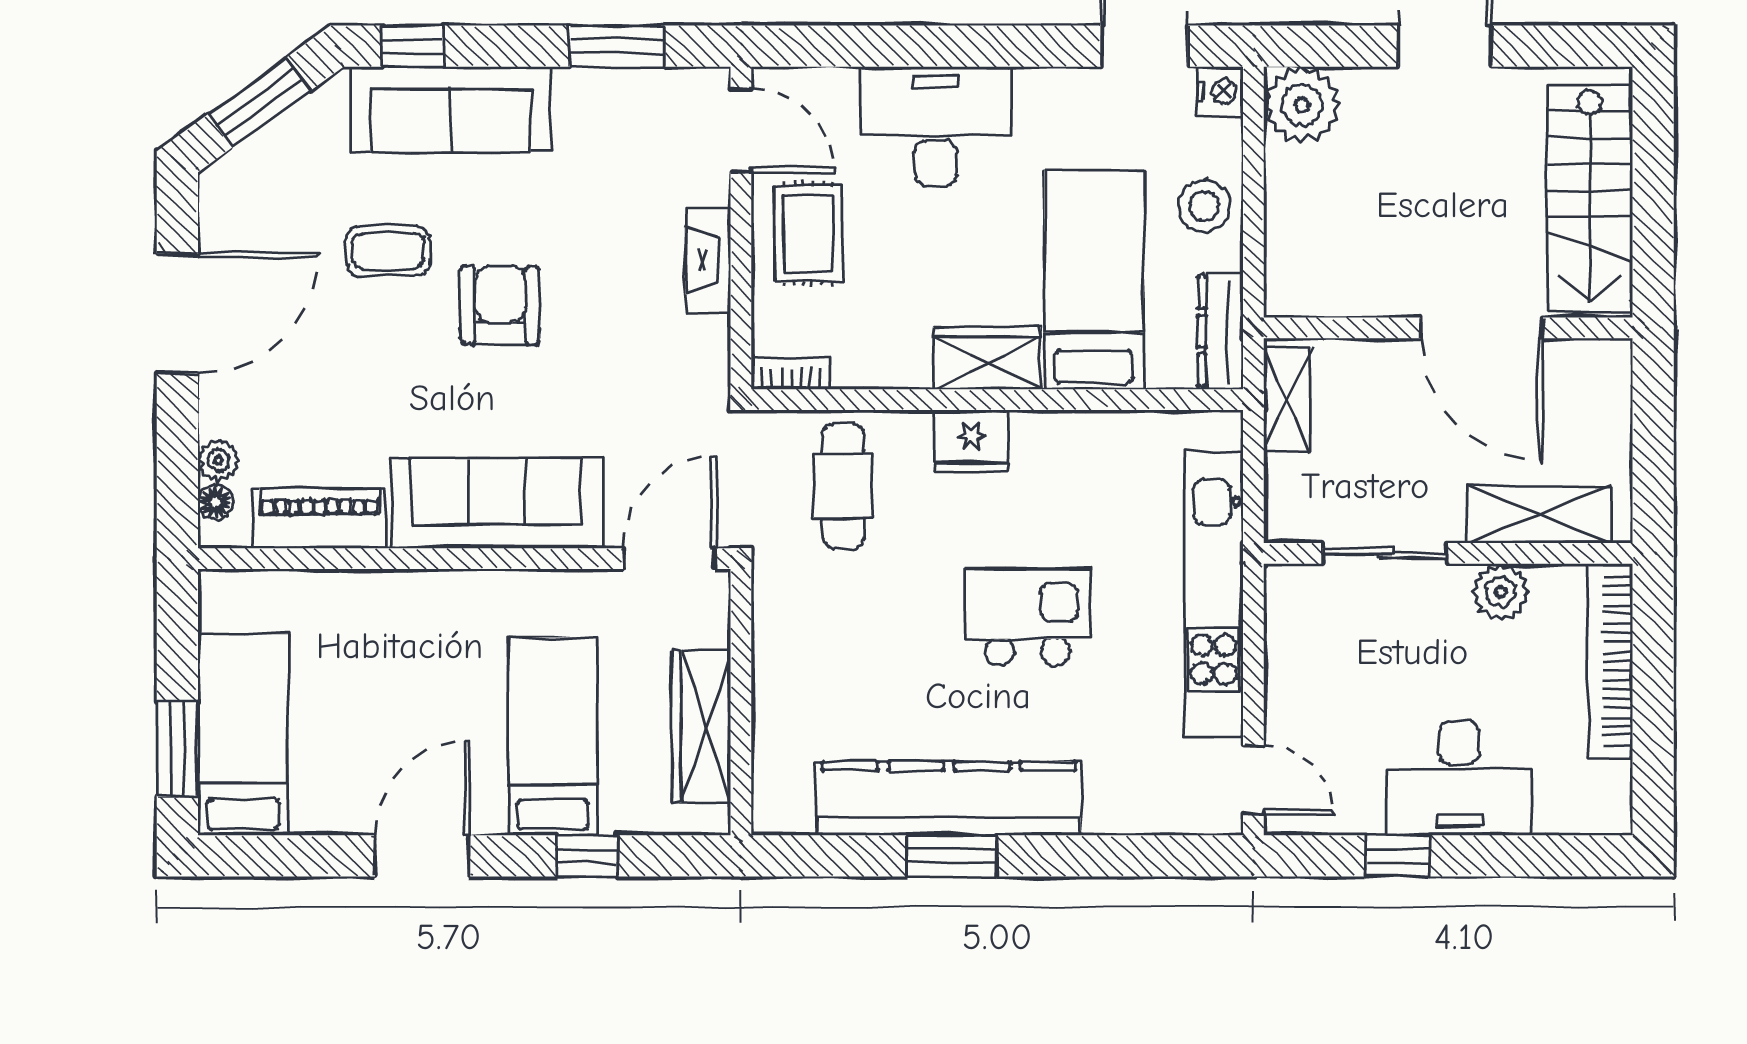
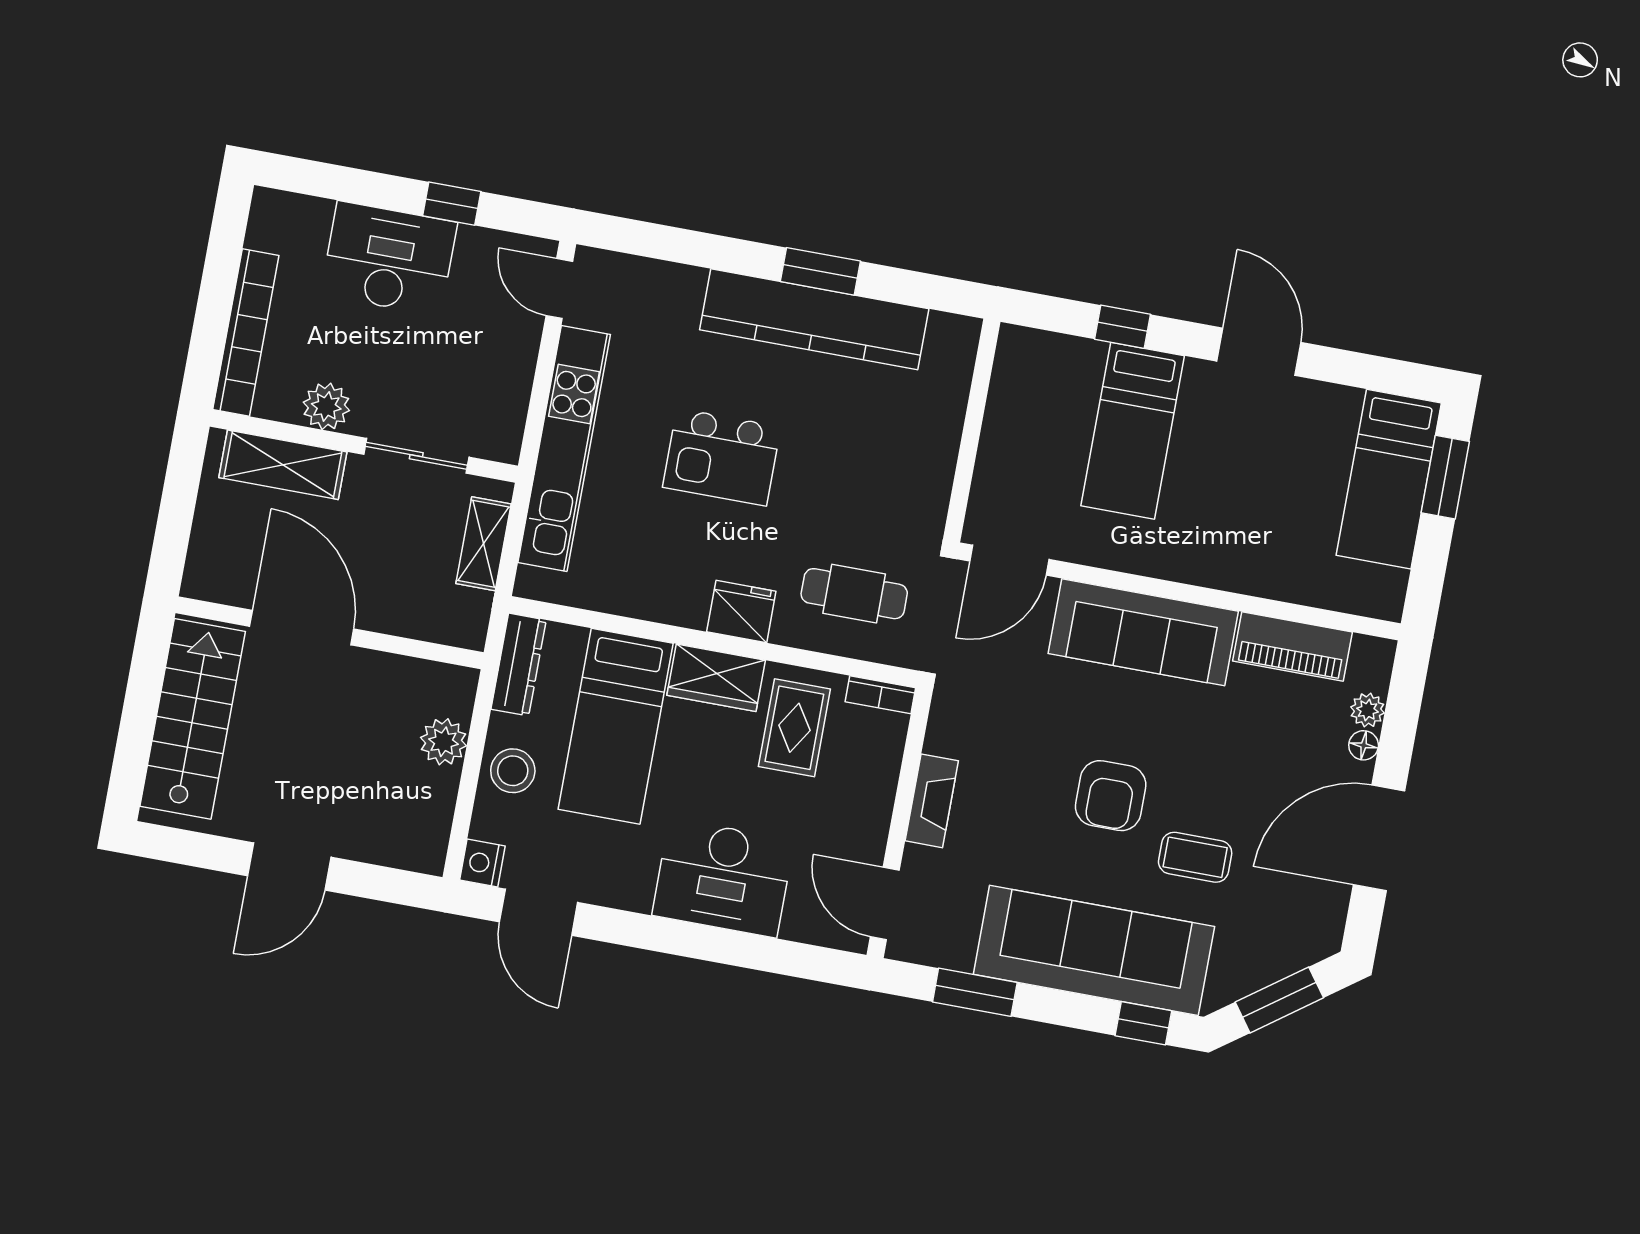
plant: (1302, 105) -> (444, 742), moved, width x0.73, depth x0.73
sofa: (451, 109) -> (1094, 950), width x1.36, depth x1.27
rug: (808, 233) -> (794, 728), moved
shelving: (1287, 399) -> (483, 544), moved
cafe table: (843, 486) -> (854, 594), turned 90
floor lamp: (215, 502) -> (1364, 745), moved
wardrobe: (701, 727) -> (1008, 416), removed
door: (422, 856) -> (1259, 352), swing flipped

